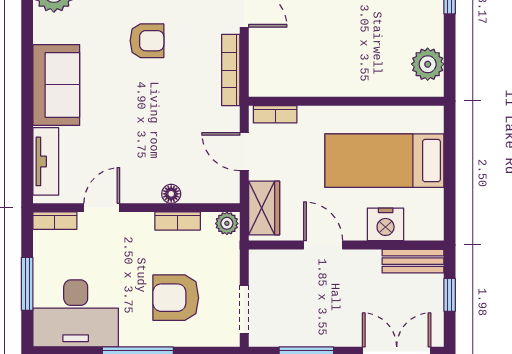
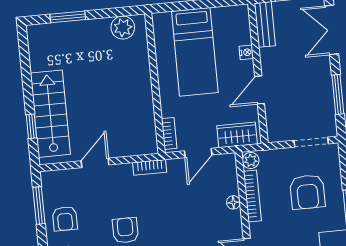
bookcase: (231, 70) -> (150, 167), width x0.64
bookcase: (178, 221) -> (252, 196), width x1.56
nightstand: (386, 224) -> (246, 52), width x0.53, depth x0.56

